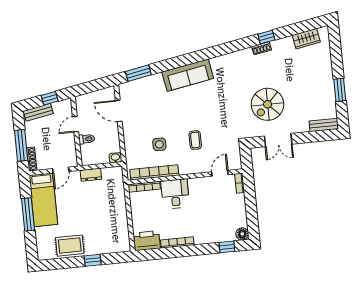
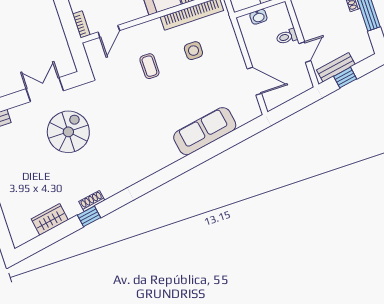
wardrobe: (306, 39) -> (50, 219), moved
window: (138, 73) -> (240, 134), removed
sofa: (188, 75) -> (205, 131), moved
bench: (38, 112) -> (336, 67), moved
washbasin: (115, 158) -> (258, 17), moved

